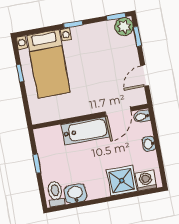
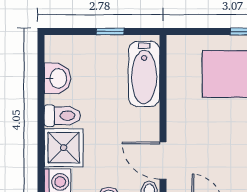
bathtub: (85, 131) -> (144, 74), moved
toilet: (56, 194) -> (62, 116), moved

